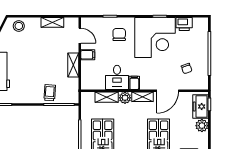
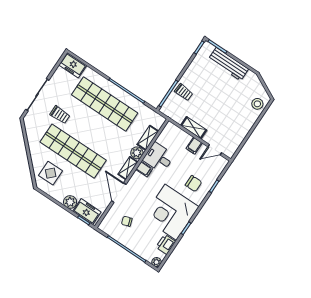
shelving: (52, 22) -> (241, 134), removed
plant: (204, 22) -> (156, 262), added

